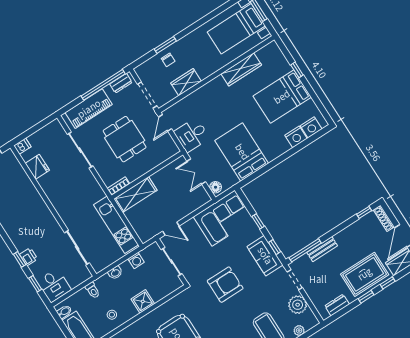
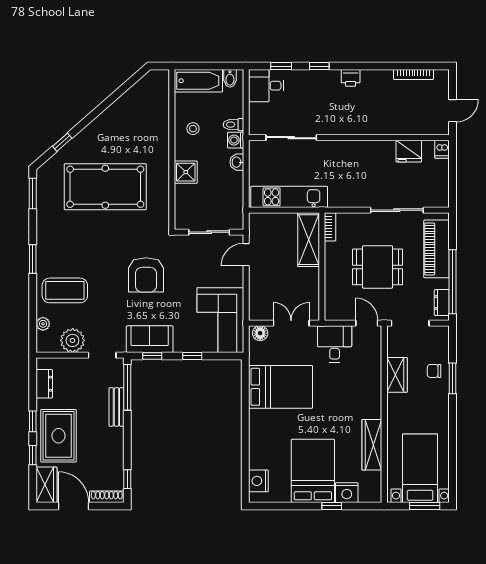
nightstand: (296, 137) -> (347, 493), moved, turned -90
printer: (29, 257) -> (351, 78), moved
washing machine: (136, 260) -> (236, 140), moved

